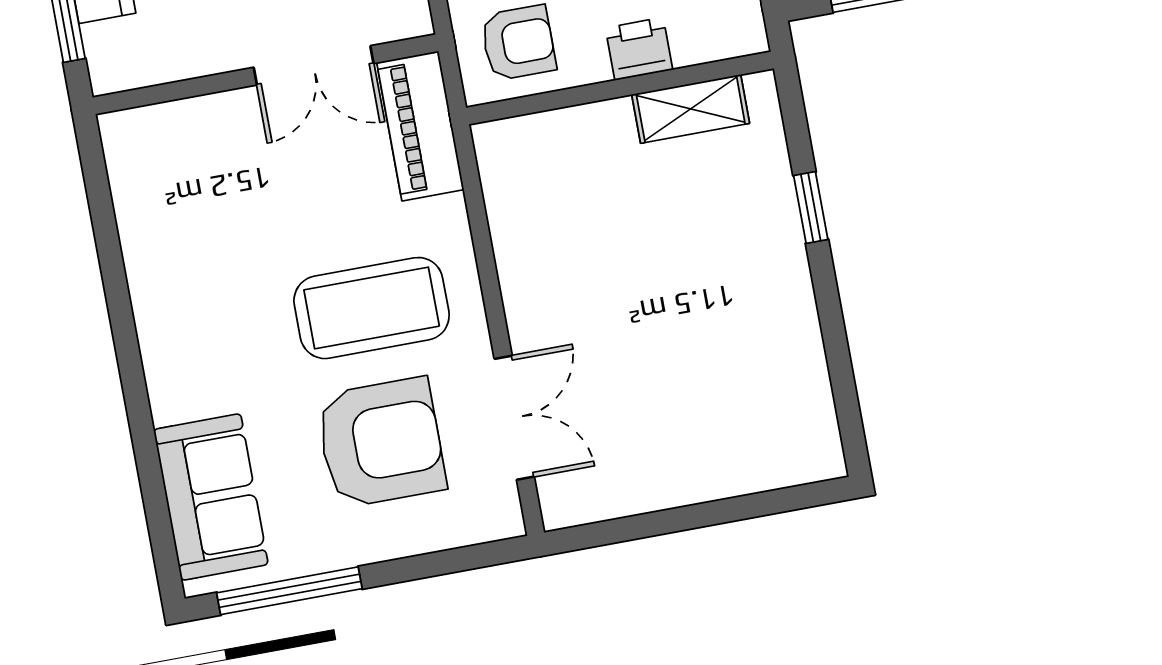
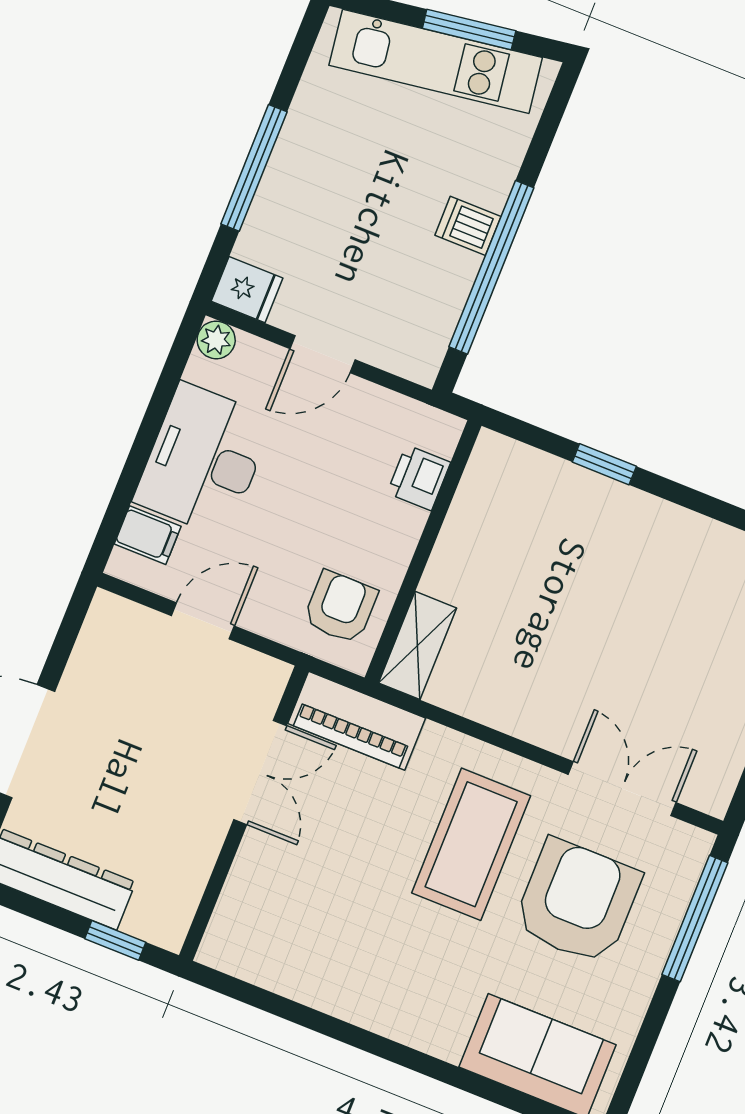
printer: (639, 49) -> (419, 478), moved
shelving: (691, 109) -> (417, 645), moved
window: (289, 591) -> (695, 919), moved

